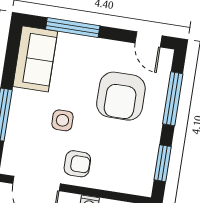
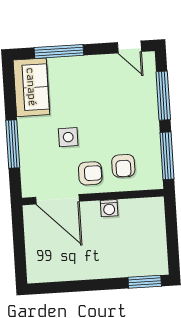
armchair: (121, 96) -> (123, 166), moved, width x0.53, depth x0.53
window: (163, 163) -> (167, 156), width x1.44

